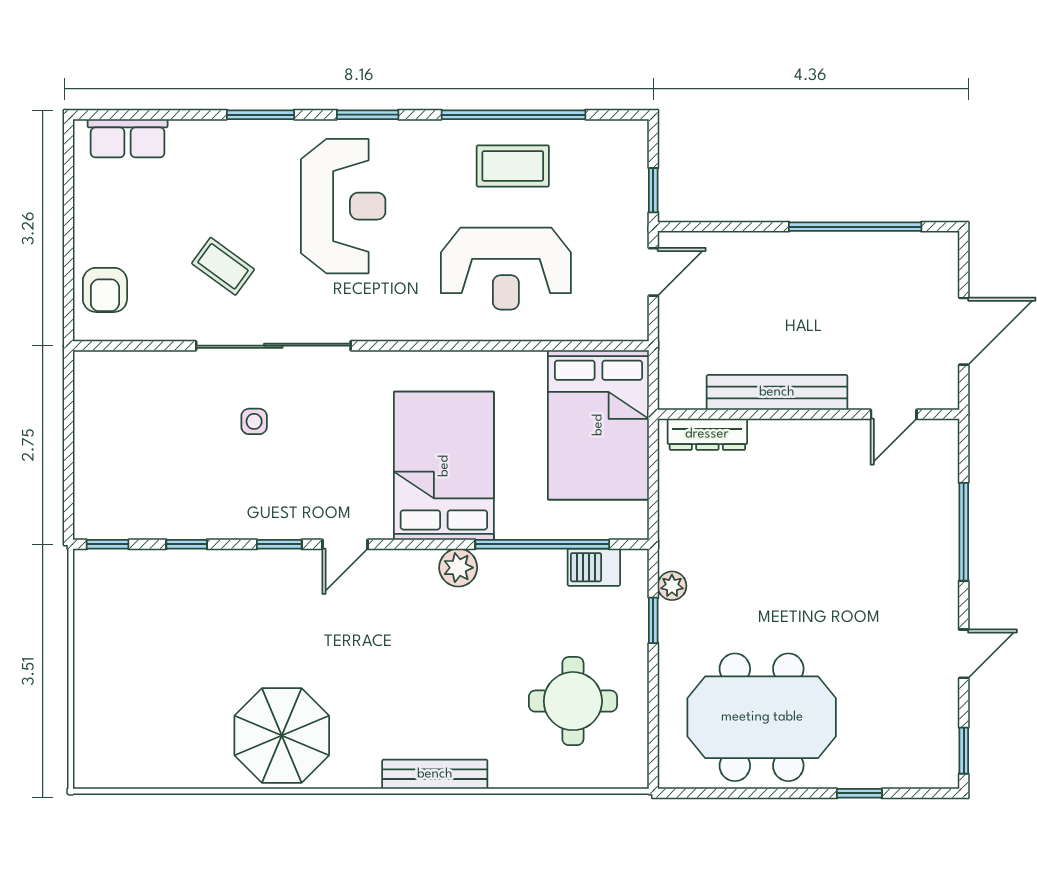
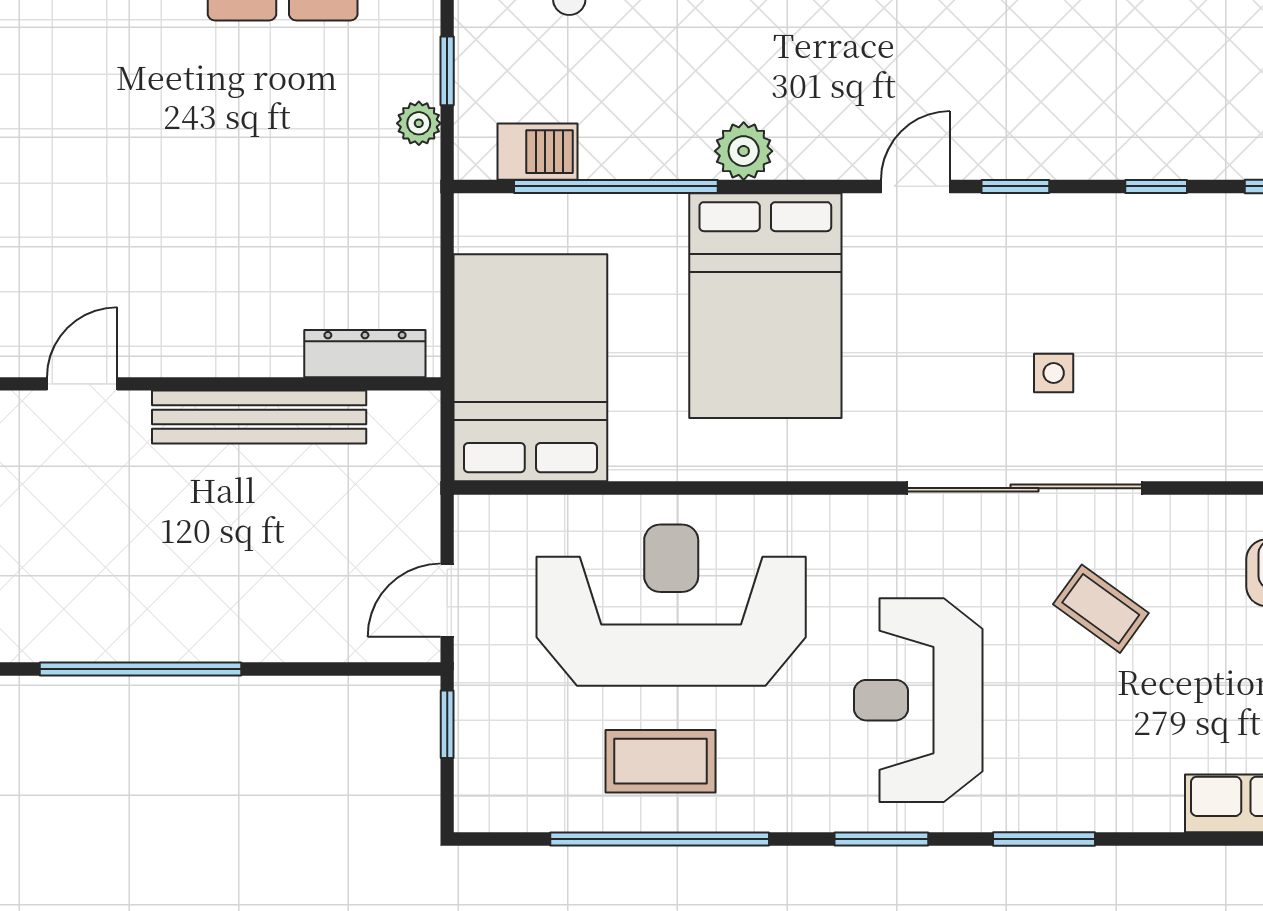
reception desk: (506, 269) -> (671, 605), width x1.36, depth x1.30

